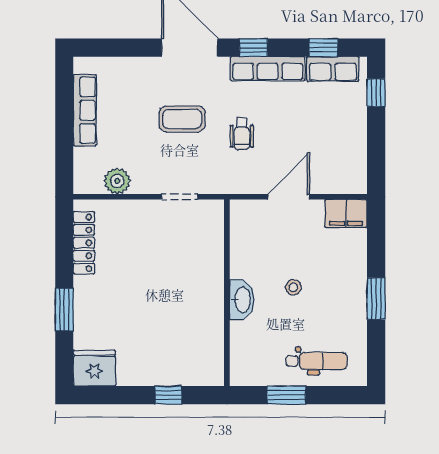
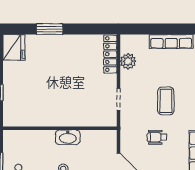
locker: (84, 243) -> (110, 54), moved, turned 90
washbasin: (242, 300) -> (68, 137), moved

